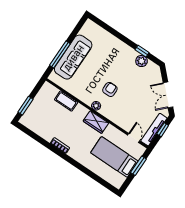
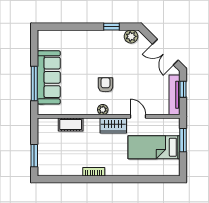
plant: (142, 61) -> (131, 36), moved
door: (134, 138) -> (138, 116), moved

